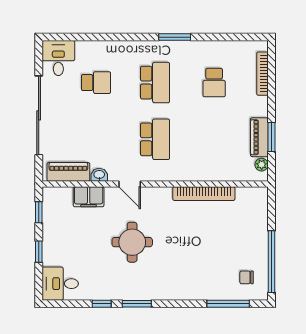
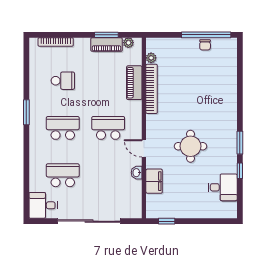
school desk: (96, 83) -> (63, 175), width x1.85
piano: (68, 172) -> (134, 83), moved
door: (130, 184) -> (144, 148), swing flipped
plant: (243, 193) -> (151, 58), added
window: (39, 252) -> (198, 221), removed
chair: (247, 277) -> (205, 45), moved
desk: (60, 284) -> (223, 187), moved, turned -90
window: (228, 304) -> (240, 69), removed

